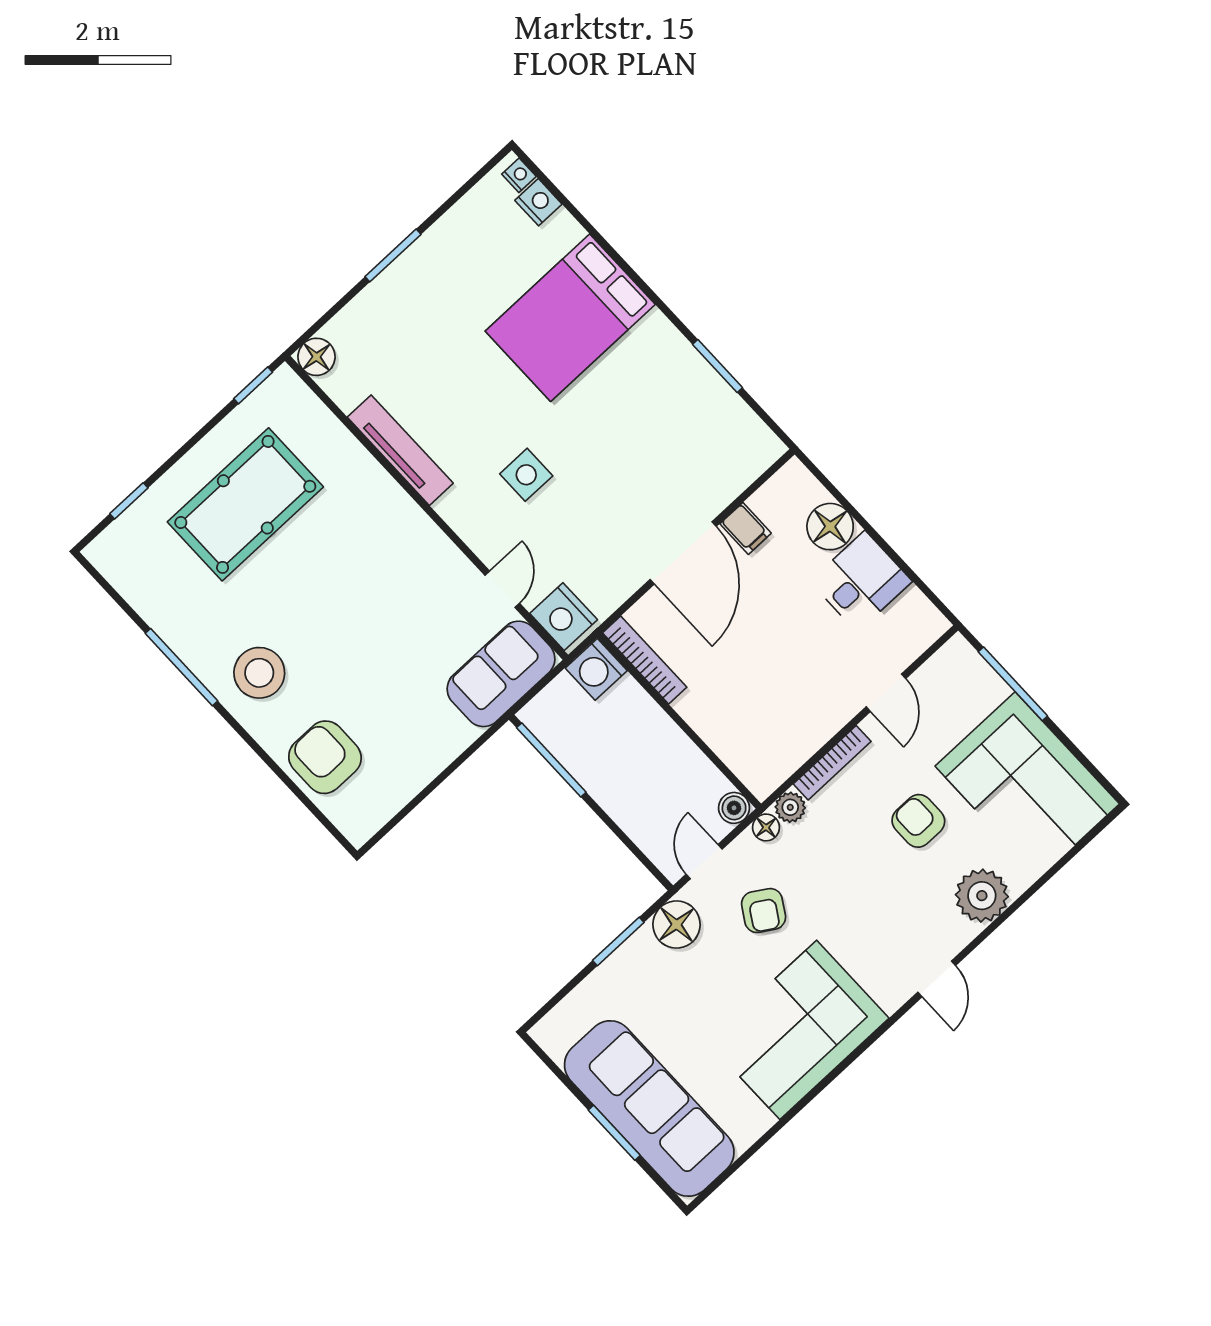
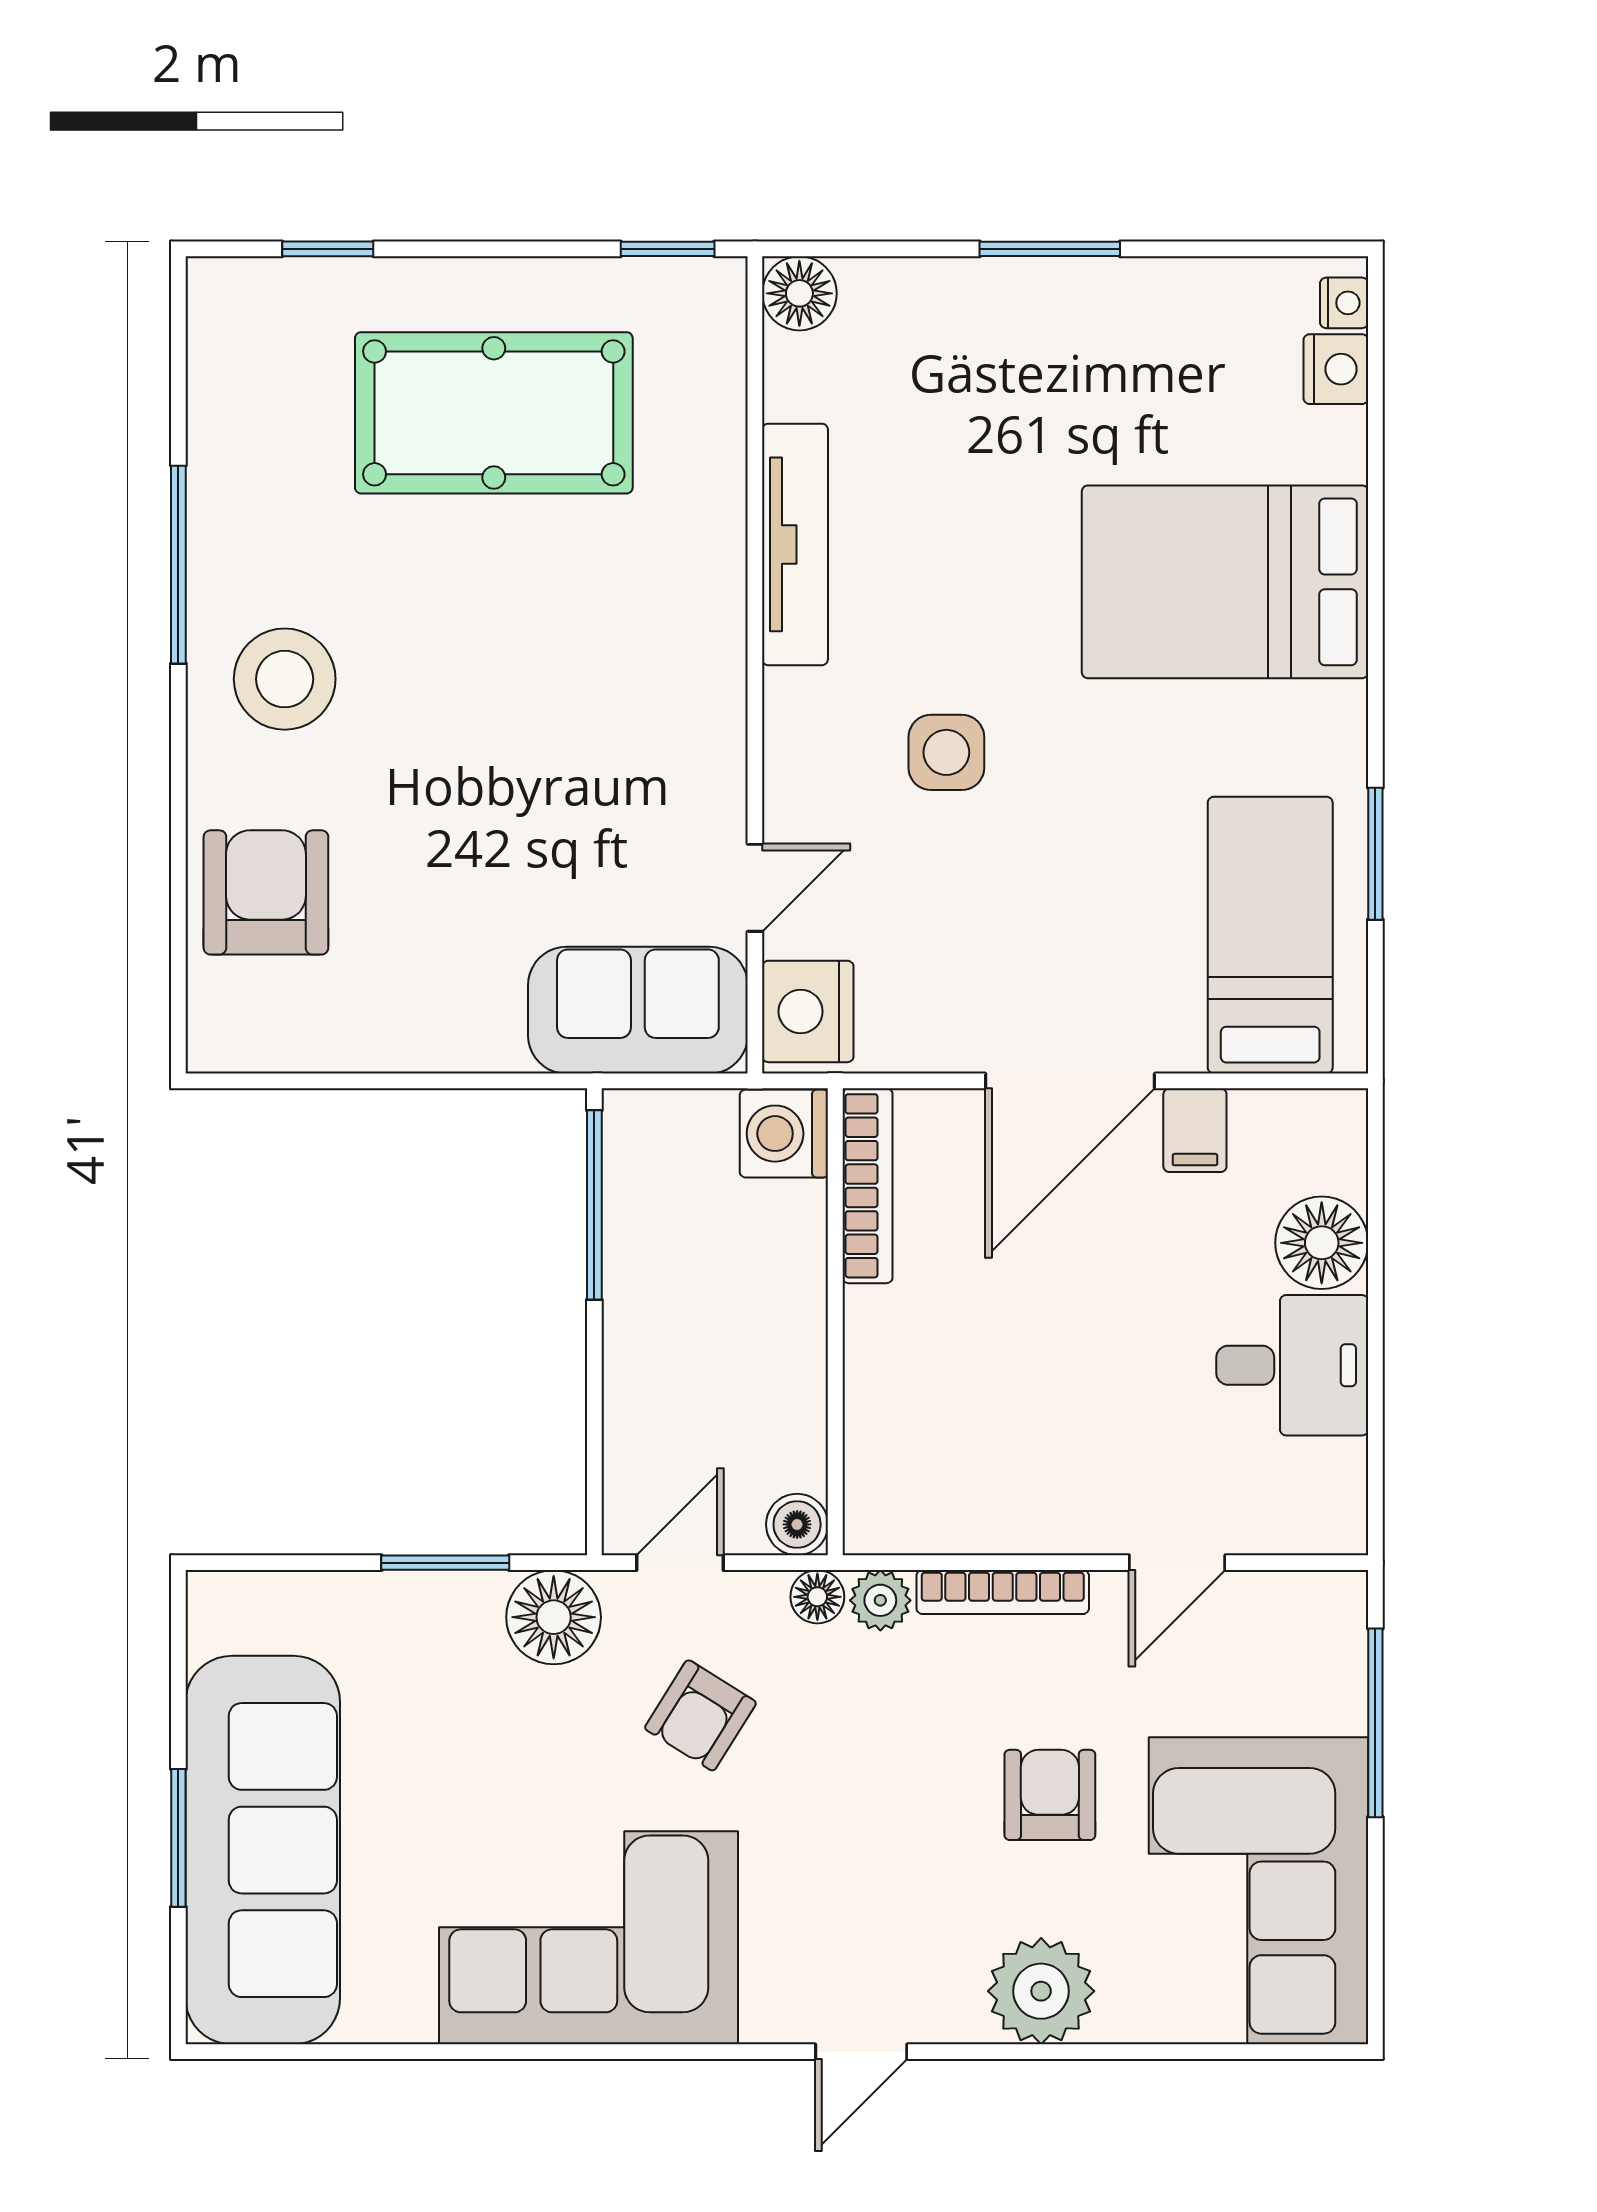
bed: (707, 432) -> (1270, 935), added

